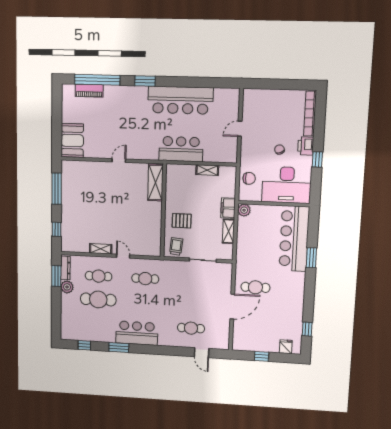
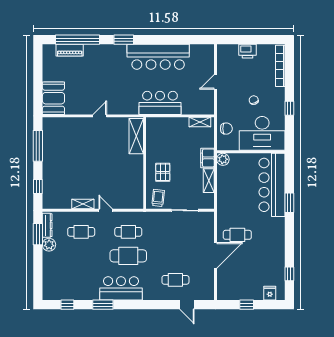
printer: (306, 146) -> (247, 51), moved, turned -90
shelving: (207, 170) -> (200, 122), moved
pallet: (182, 221) -> (163, 172), turned 90
cafe table: (98, 299) -> (128, 256), moved

